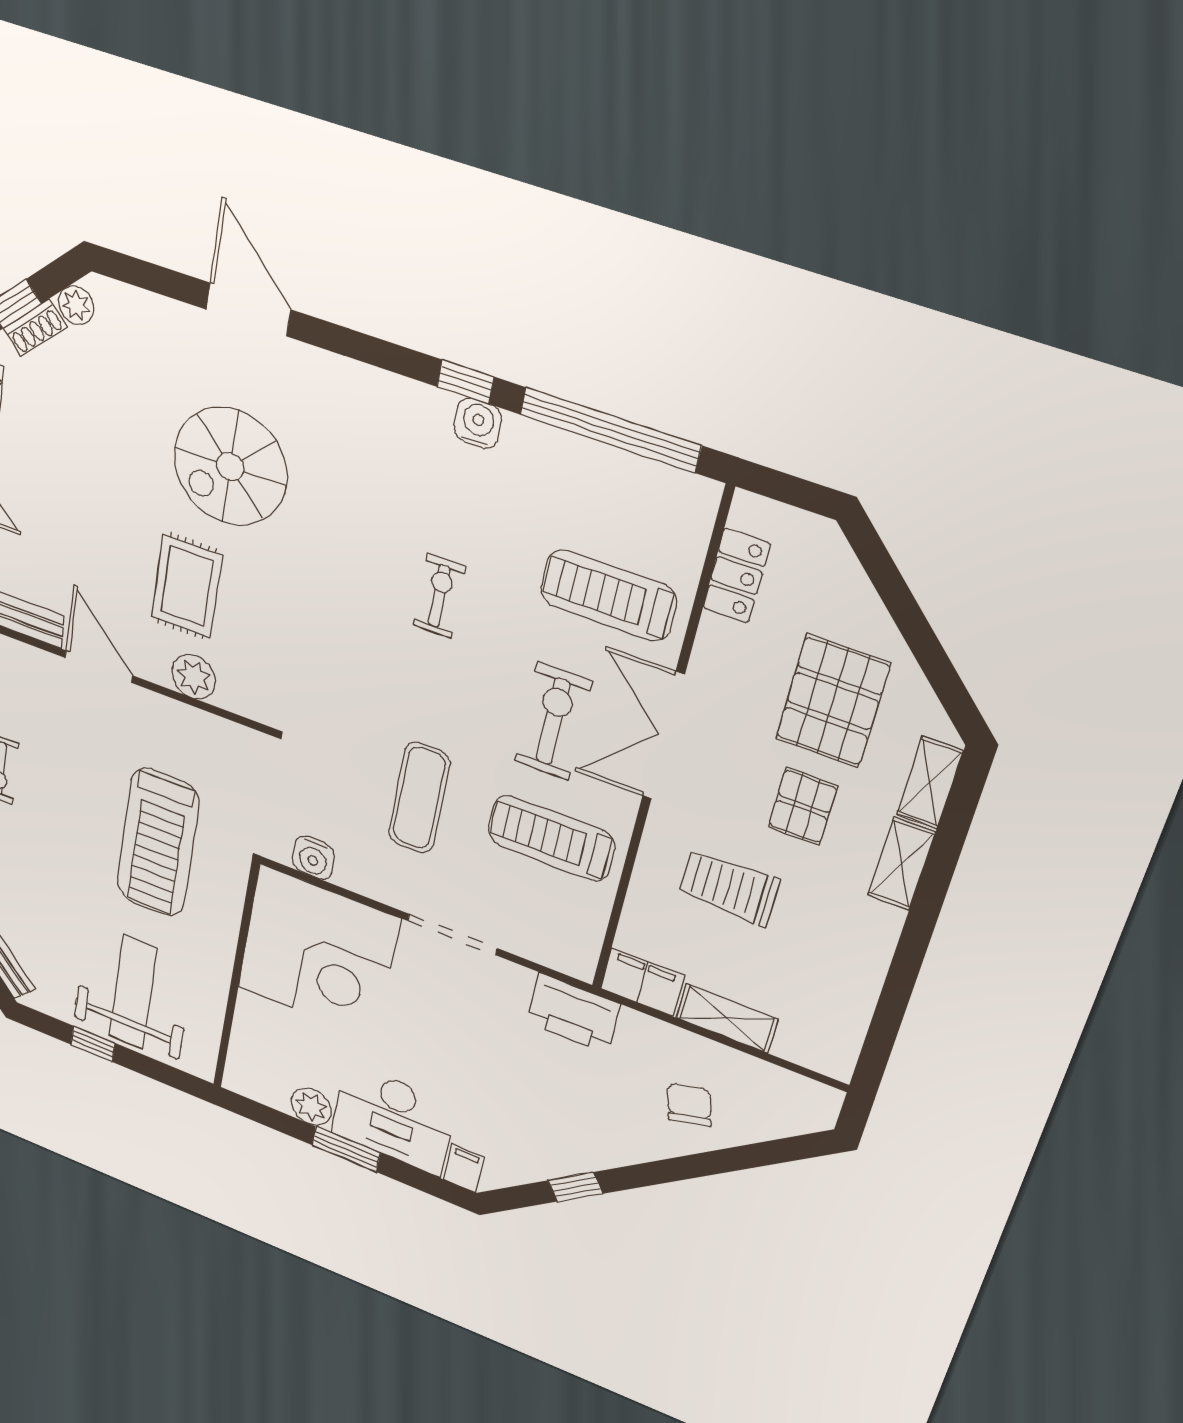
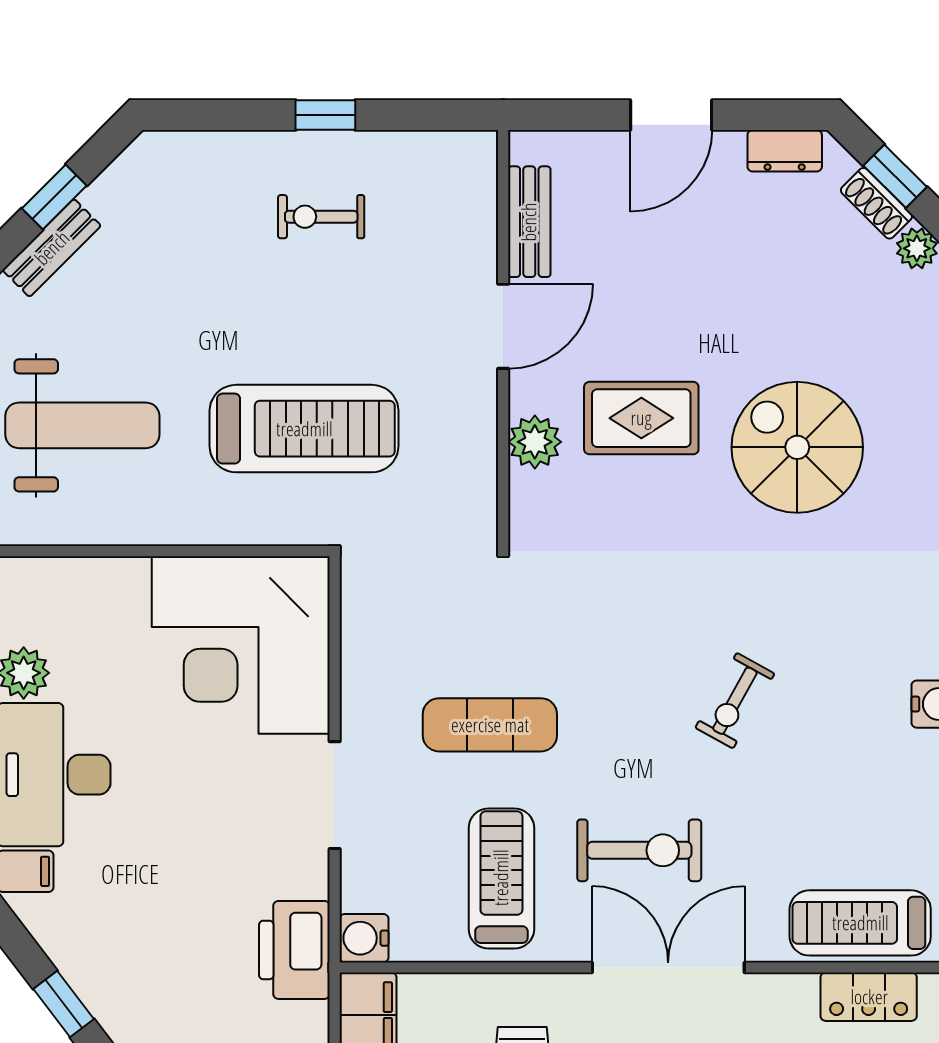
exercise bike: (439, 596) -> (735, 701), turned 119
treadmill: (608, 596) -> (860, 923), moved, turned -90
treadmill: (158, 843) -> (304, 429), turned 180
water cooler: (313, 858) -> (364, 938), moved

